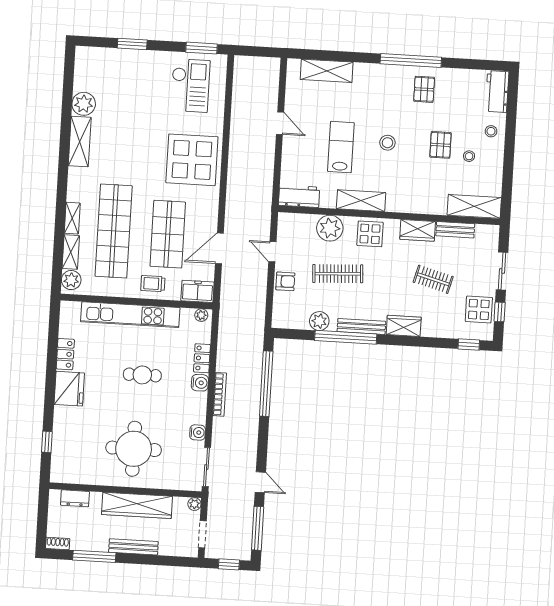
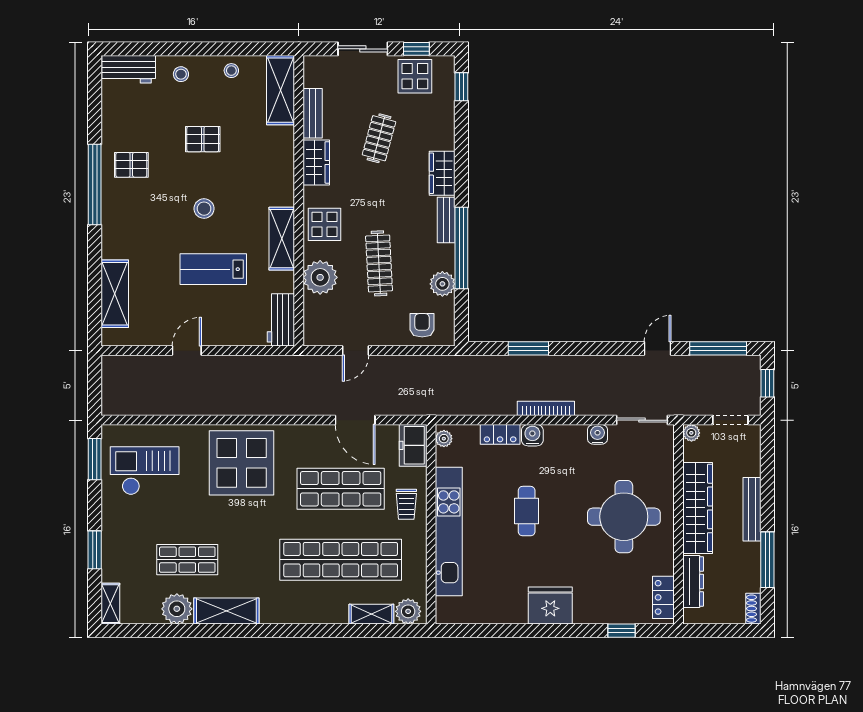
shop shelf: (121, 114) -> (187, 560), added
stool: (469, 156) -> (231, 71), moved
shelving: (72, 218) -> (110, 604), moved, turned 90
armchair: (285, 281) -> (422, 325), moved
bench: (361, 326) -> (446, 220), width x0.73
locker: (65, 354) -> (663, 597), moved, turned -90
window: (266, 384) -> (528, 348), width x0.47
dresser: (75, 498) -> (693, 581), width x1.44

